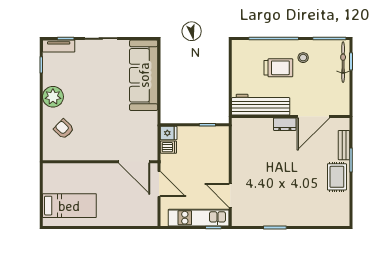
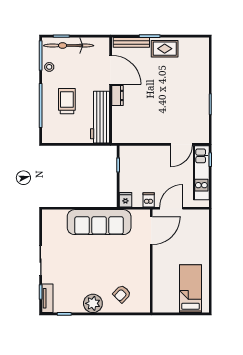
stool: (303, 58) -> (49, 67), moved
bicycle: (343, 62) -> (69, 46), width x1.37, depth x1.40
sofa: (144, 75) -> (99, 222), moved
bench: (344, 145) -> (131, 42), width x1.36
dishwasher: (168, 147) -> (149, 200), moved

